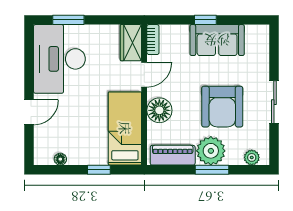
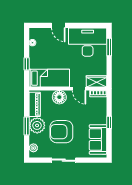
sofa: (217, 40) -> (98, 139), moved

